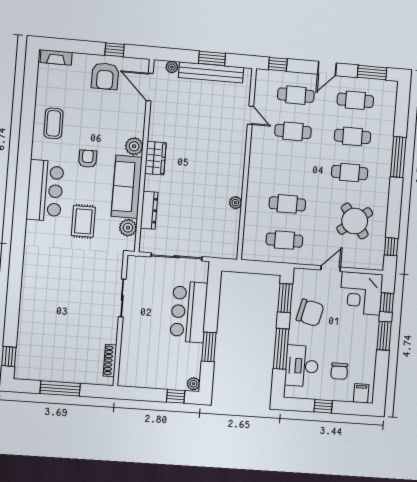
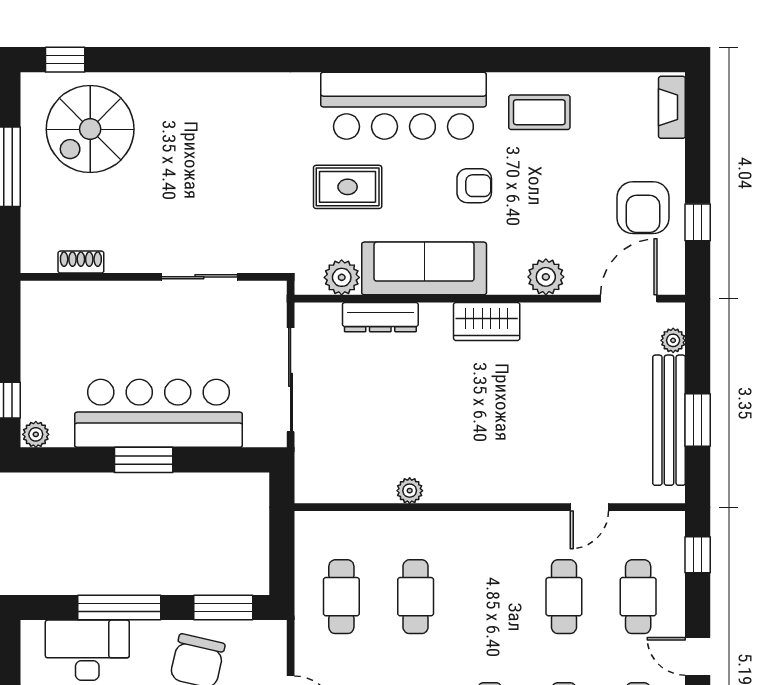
armchair: (105, 76) -> (643, 208), turned -90
plant: (134, 146) -> (546, 277), moved
bar counter: (45, 190) -> (403, 106), width x1.36
bar counter: (189, 312) -> (159, 413), width x1.36
spiral stairs: (45, 346) -> (90, 129), added
window: (209, 347) -> (144, 460), moved
shoe rack: (110, 361) -> (81, 262), width x0.70

